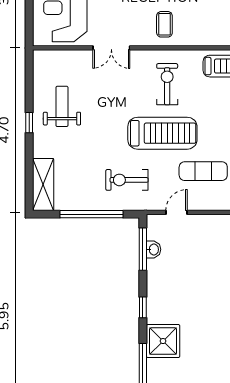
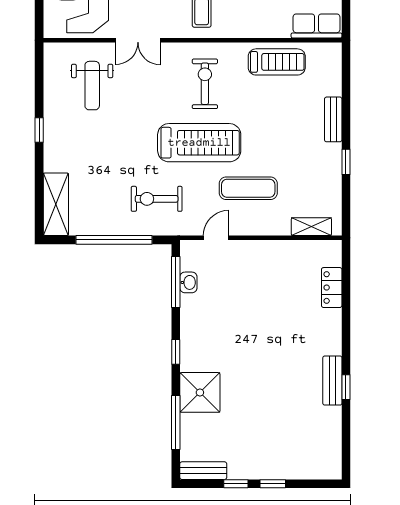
weight bench: (62, 106) -> (92, 86), moved, turned 180

